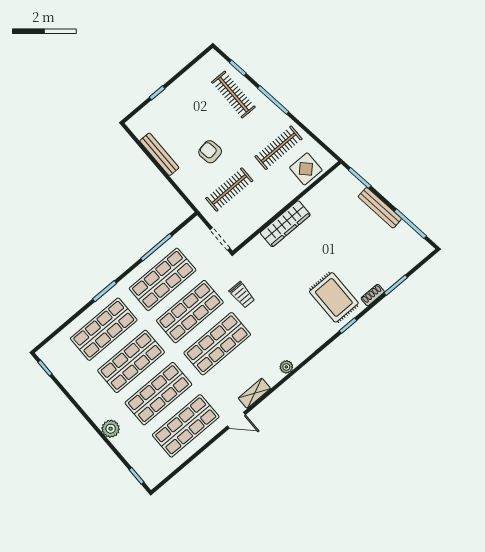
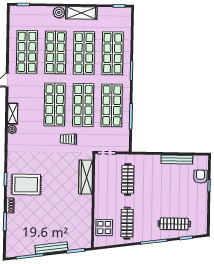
armchair: (210, 152) -> (200, 176), moved, turned -81
wardrobe: (285, 224) -> (86, 177), moved
shelving: (254, 393) -> (13, 114), moved
shelving: (89, 403) -> (81, 13), added

